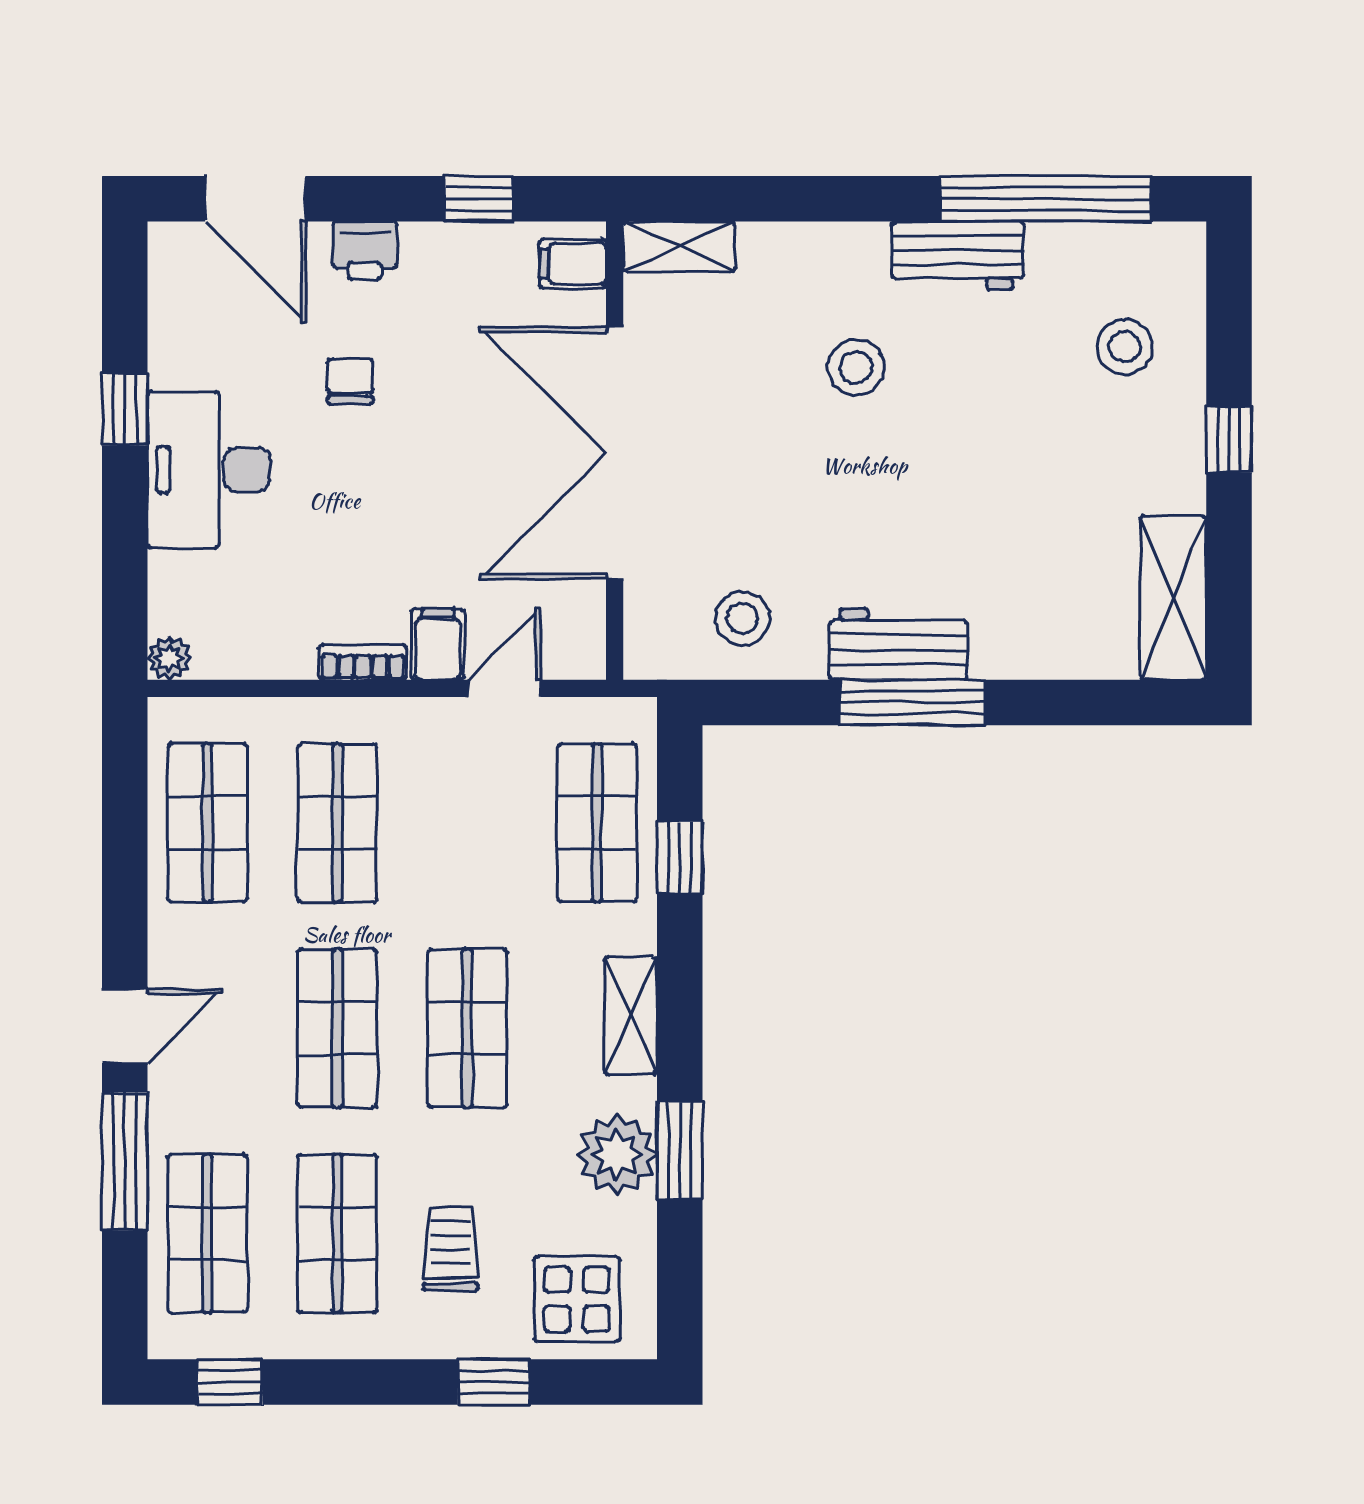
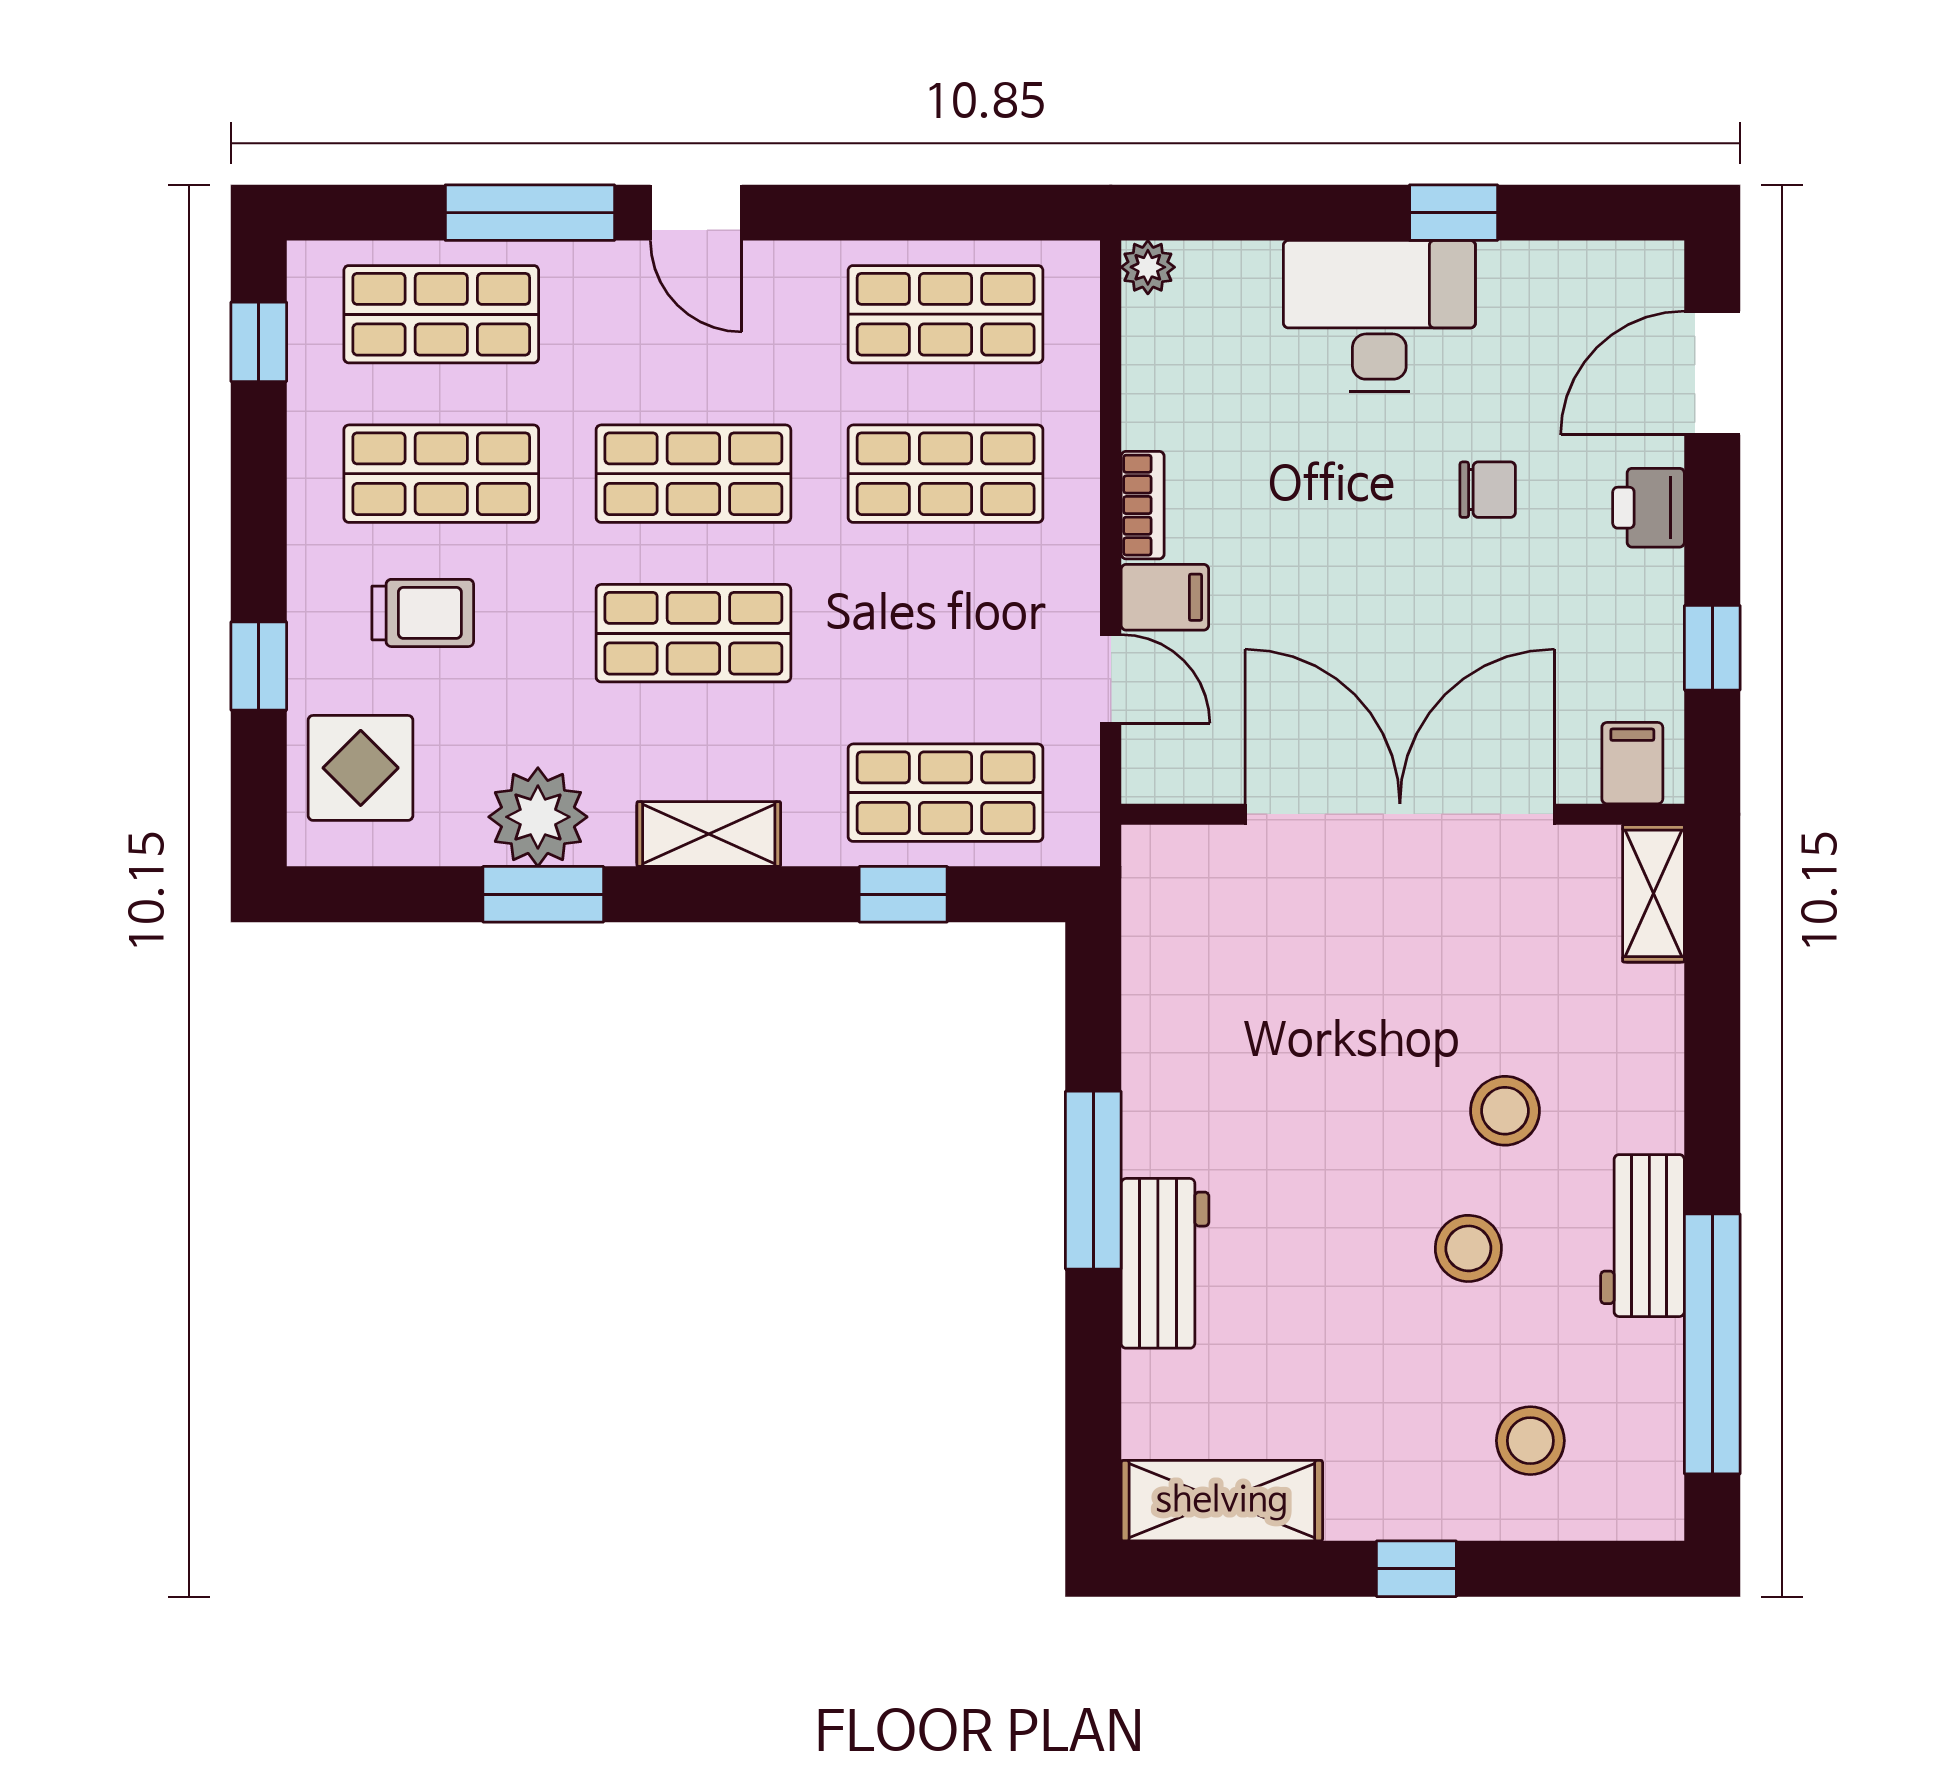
stool: (742, 618) -> (1468, 1248), moved
workbench: (898, 644) -> (1165, 1263), moved

